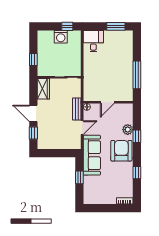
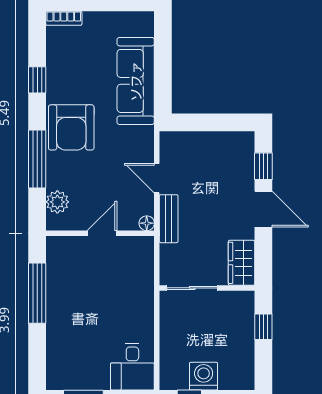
door: (82, 128) -> (157, 178), hinge flipped
plant: (128, 130) -> (57, 202), moved
window: (137, 136) -> (37, 159), width x2.17
sofa: (92, 155) -> (136, 81), moved
window: (79, 177) -> (163, 69), removed

